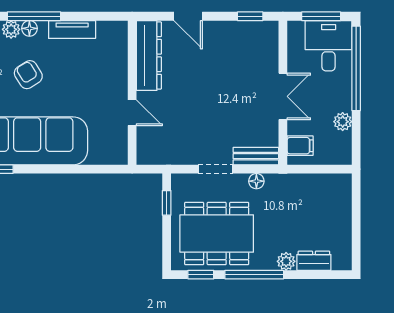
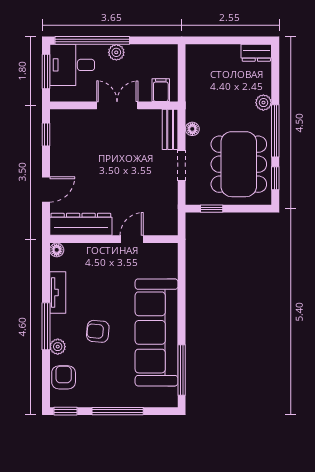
floor lamp: (29, 28) -> (57, 250), moved
armchair: (28, 75) -> (98, 331), turned 37
plant: (343, 122) -> (116, 52), moved
dresser: (314, 261) -> (256, 53), moved, turned -90

